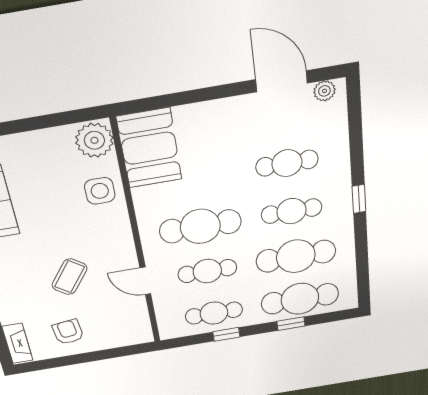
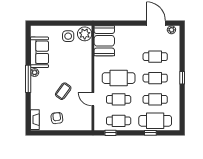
side table: (100, 191) -> (68, 36), moved
cafe table: (296, 256) -> (155, 99), width x0.73, depth x0.74
window: (226, 334) -> (111, 133), moved

